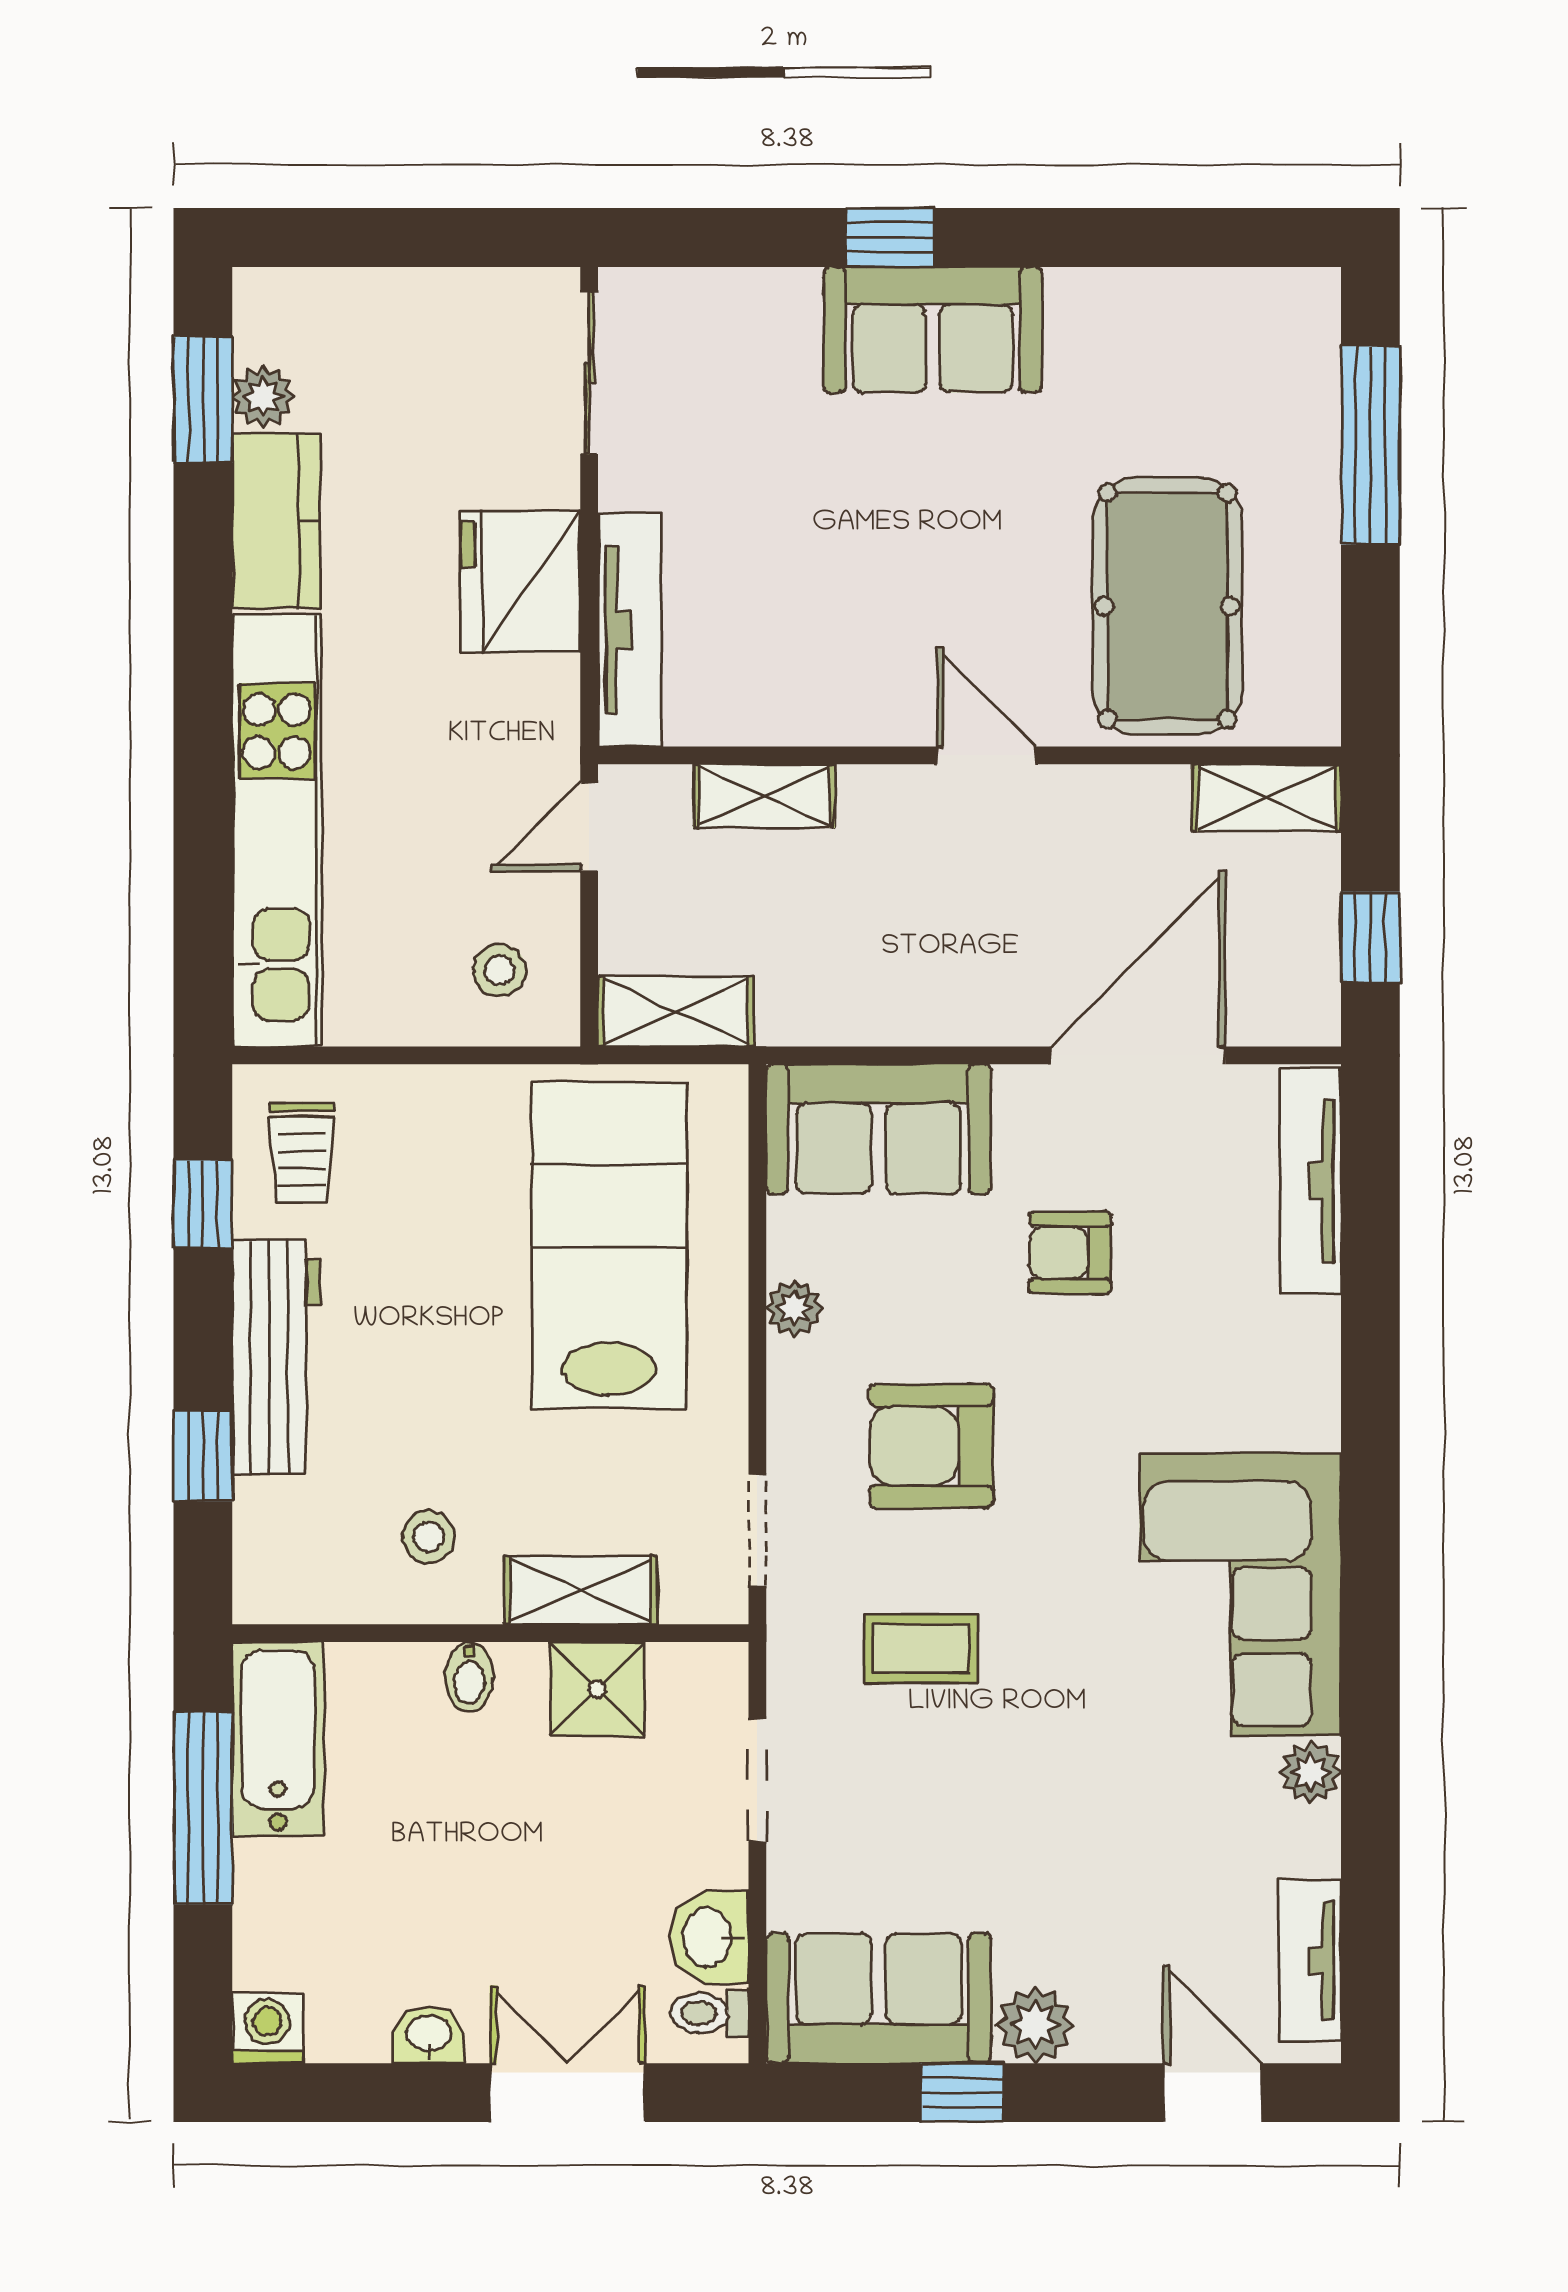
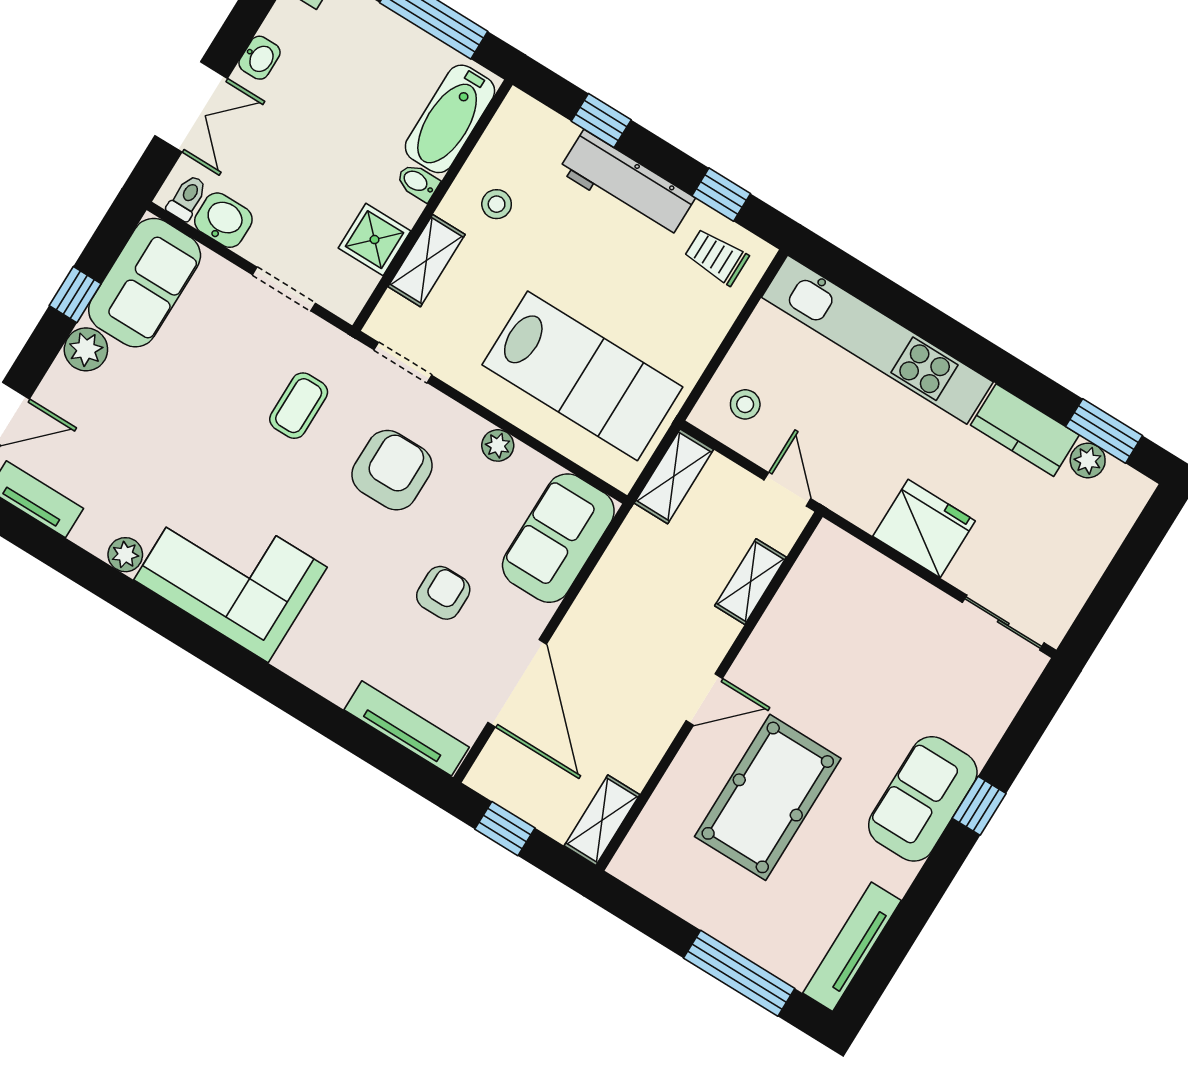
pool table: (1167, 606) -> (768, 797), moved, turned 90
tv unit: (630, 630) -> (852, 947), moved, turned 90
bathtub: (278, 1739) -> (450, 119), moved, turned 90

